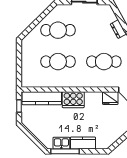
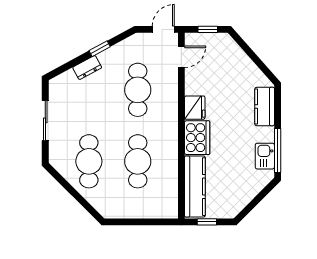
fridge: (110, 98) -> (195, 108), moved
kitchen counter: (83, 143) -> (265, 107), moved

